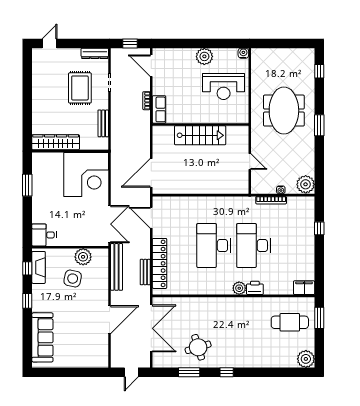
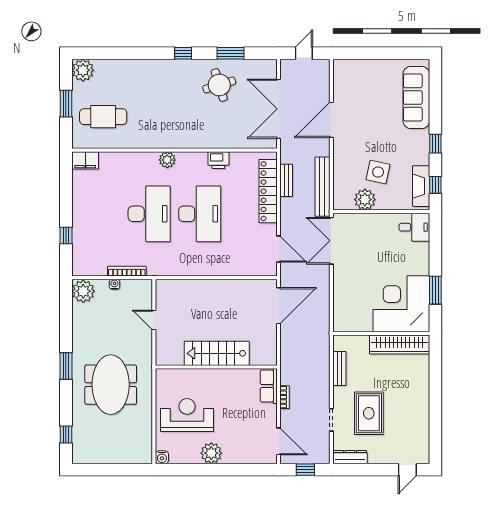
corner desk: (86, 174) -> (401, 304), moved
printer: (255, 288) -> (218, 160), moved
window: (319, 318) -> (66, 104), moved

